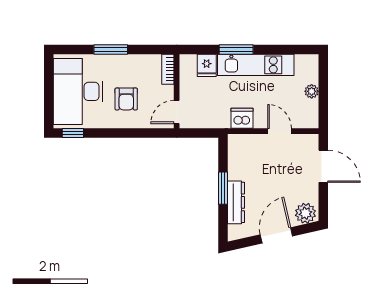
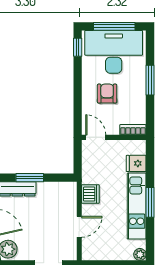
window: (236, 49) -> (150, 202), moved
window: (49, 91) -> (114, 26), added
plant: (312, 91) -> (140, 254), moved
armchair: (126, 99) -> (107, 94), turned 90

